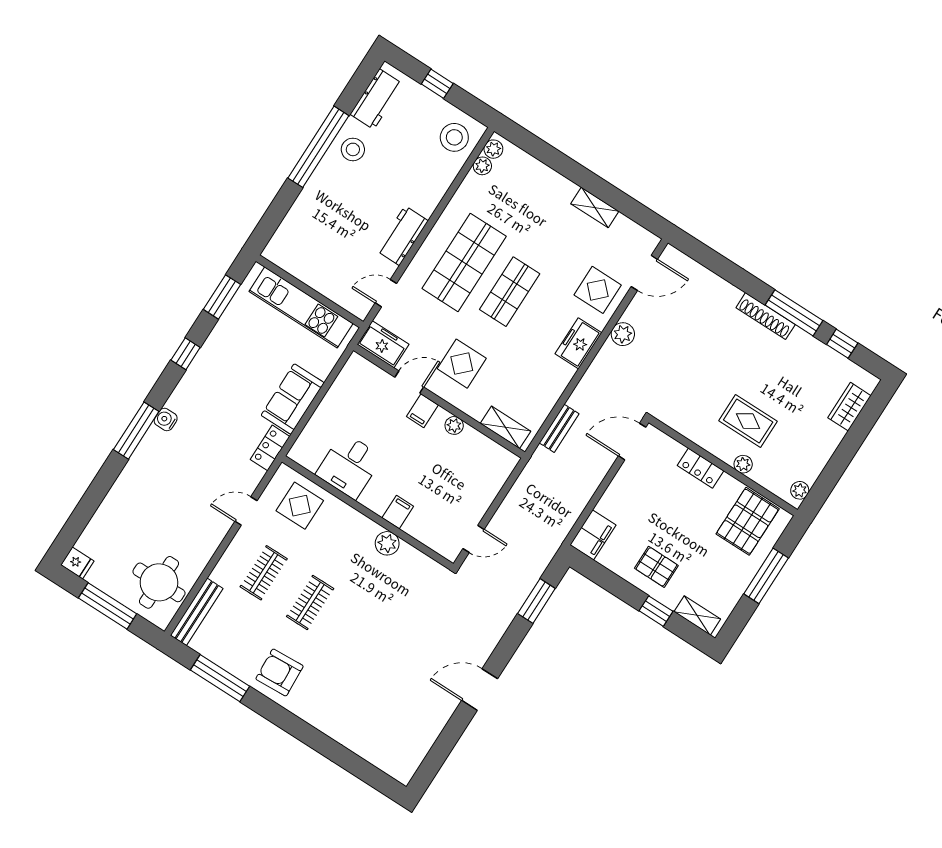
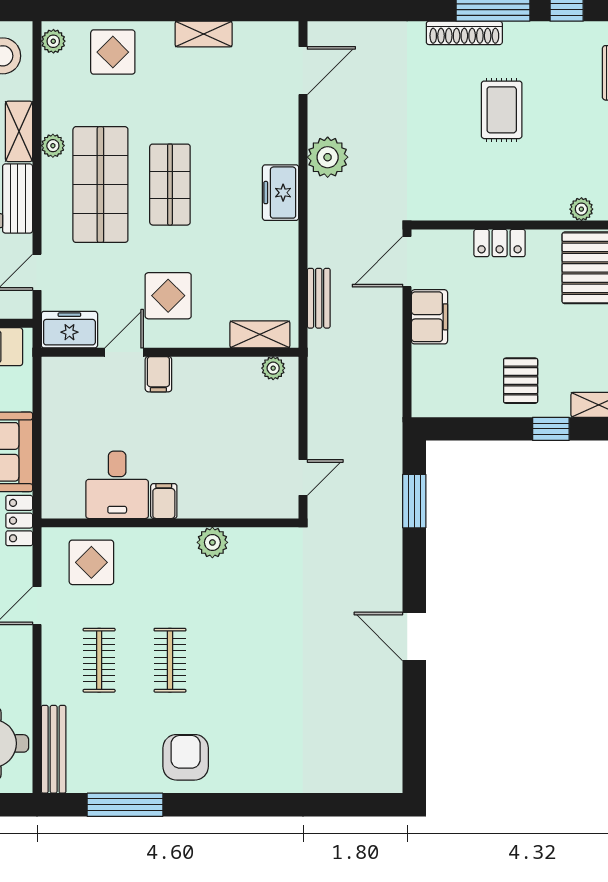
plant: (482, 166) -> (53, 146), moved
shelving: (433, 194) -> (19, 131), added
display table: (598, 290) -> (113, 52), moved
plant: (623, 334) -> (328, 157), width x1.36, depth x1.36
rug: (748, 421) -> (502, 110), moved, turned 90
plant: (454, 425) -> (273, 368), moved
plant: (743, 464) -> (581, 209), moved
filing cabinet: (398, 512) -> (164, 501), moved
filing cabinet: (593, 535) -> (429, 317), moved
pallet: (656, 567) -> (521, 381), turned 90
armchair: (280, 672) -> (186, 757), turned 93
door: (480, 690) -> (414, 637), hinge flipped

